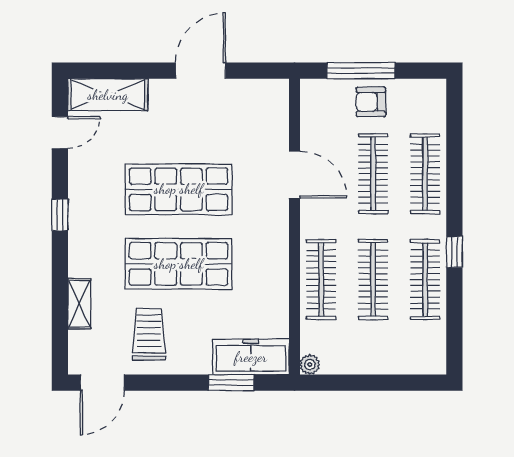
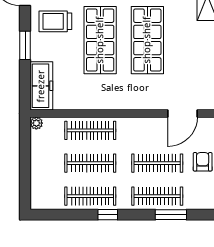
window: (454, 152) -> (171, 215), added
door: (294, 175) -> (183, 113), moved
trolley: (149, 335) -> (55, 21), turned 180
window: (231, 383) -> (25, 45), moved

